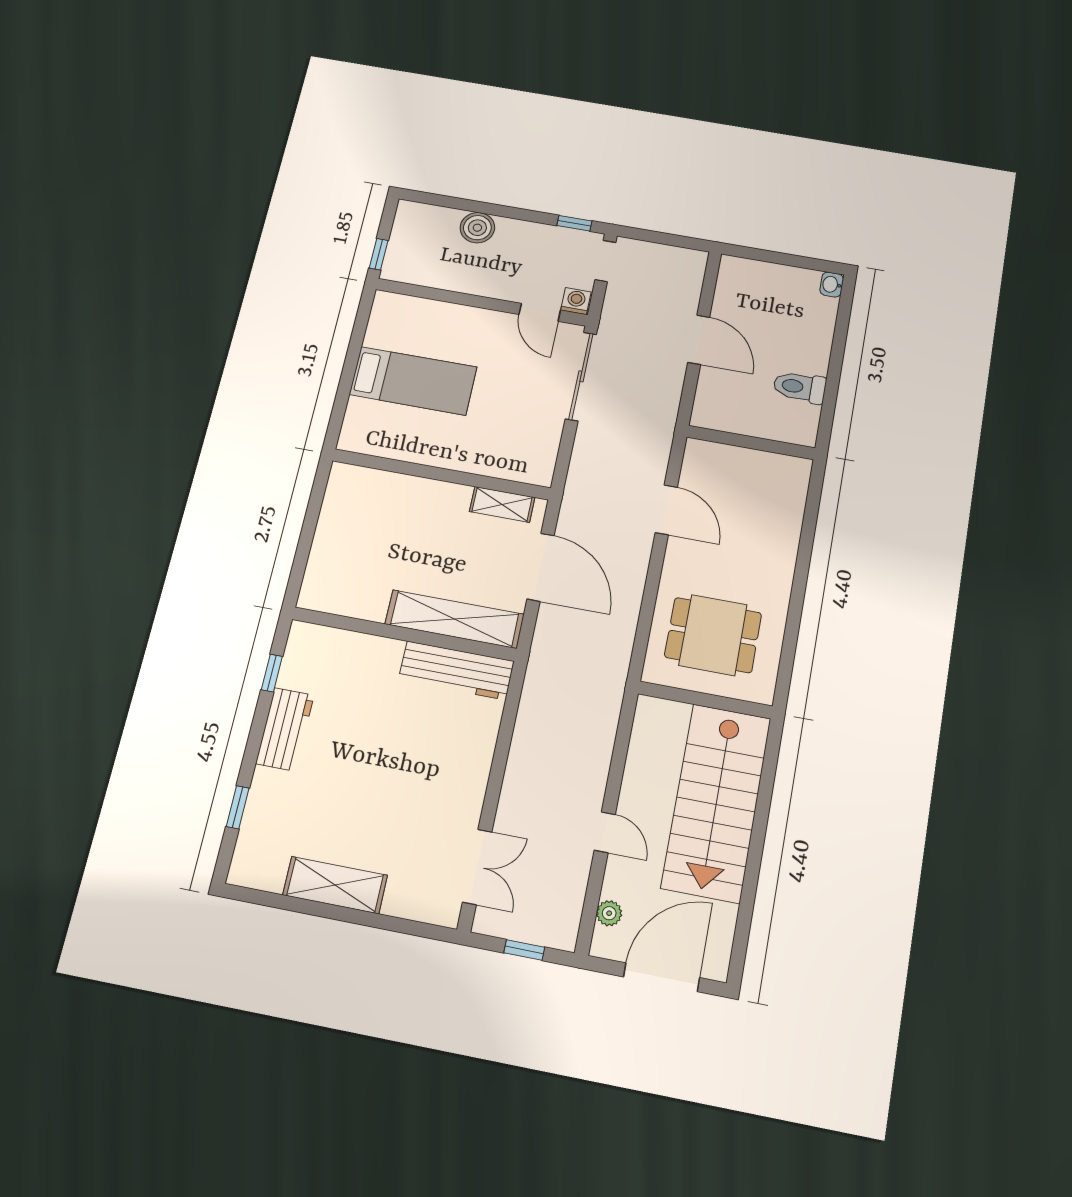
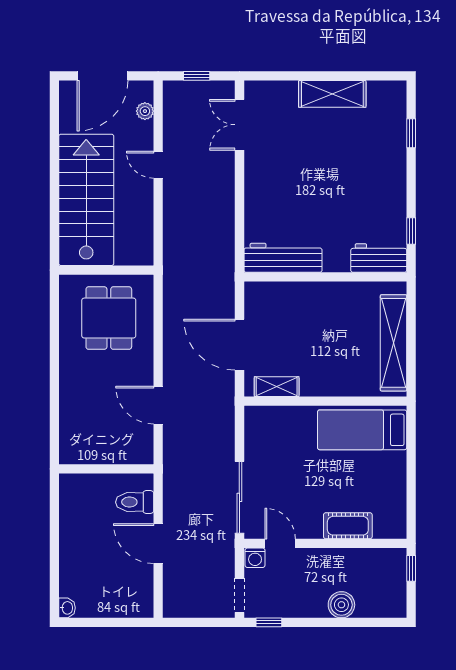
cot: (447, 318) -> (348, 526), added
bed: (413, 381) -> (362, 430), moved
toilet: (800, 387) -> (135, 502), moved, turned 180
shelving: (455, 619) -> (393, 343), moved, turned 90
dining table: (713, 635) -> (109, 318), turned 90
workbench: (285, 729) -> (379, 258), moved, turned 90

